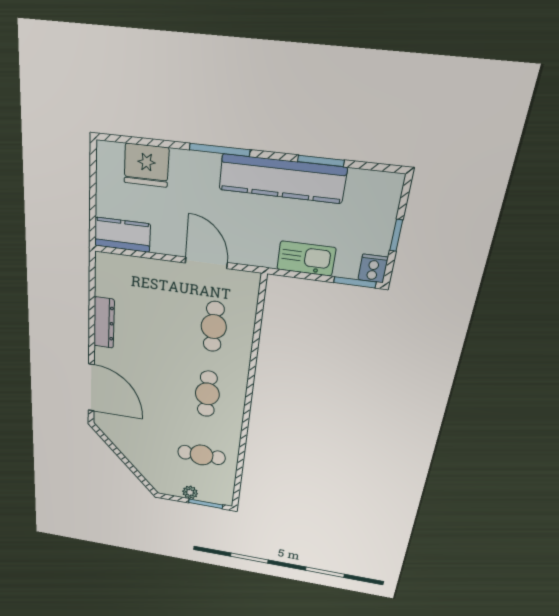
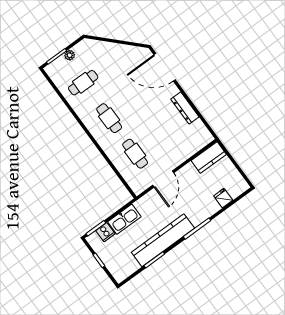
fridge: (146, 165) -> (223, 198), width x0.53, depth x0.75
door: (206, 263) -> (163, 179), hinge flipped
cooker: (373, 268) -> (105, 232), moved

